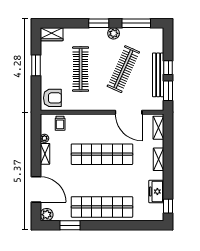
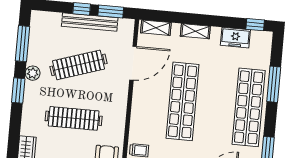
clothes rail: (123, 69) -> (78, 65), turned -42
window: (122, 225) -> (274, 84), added

